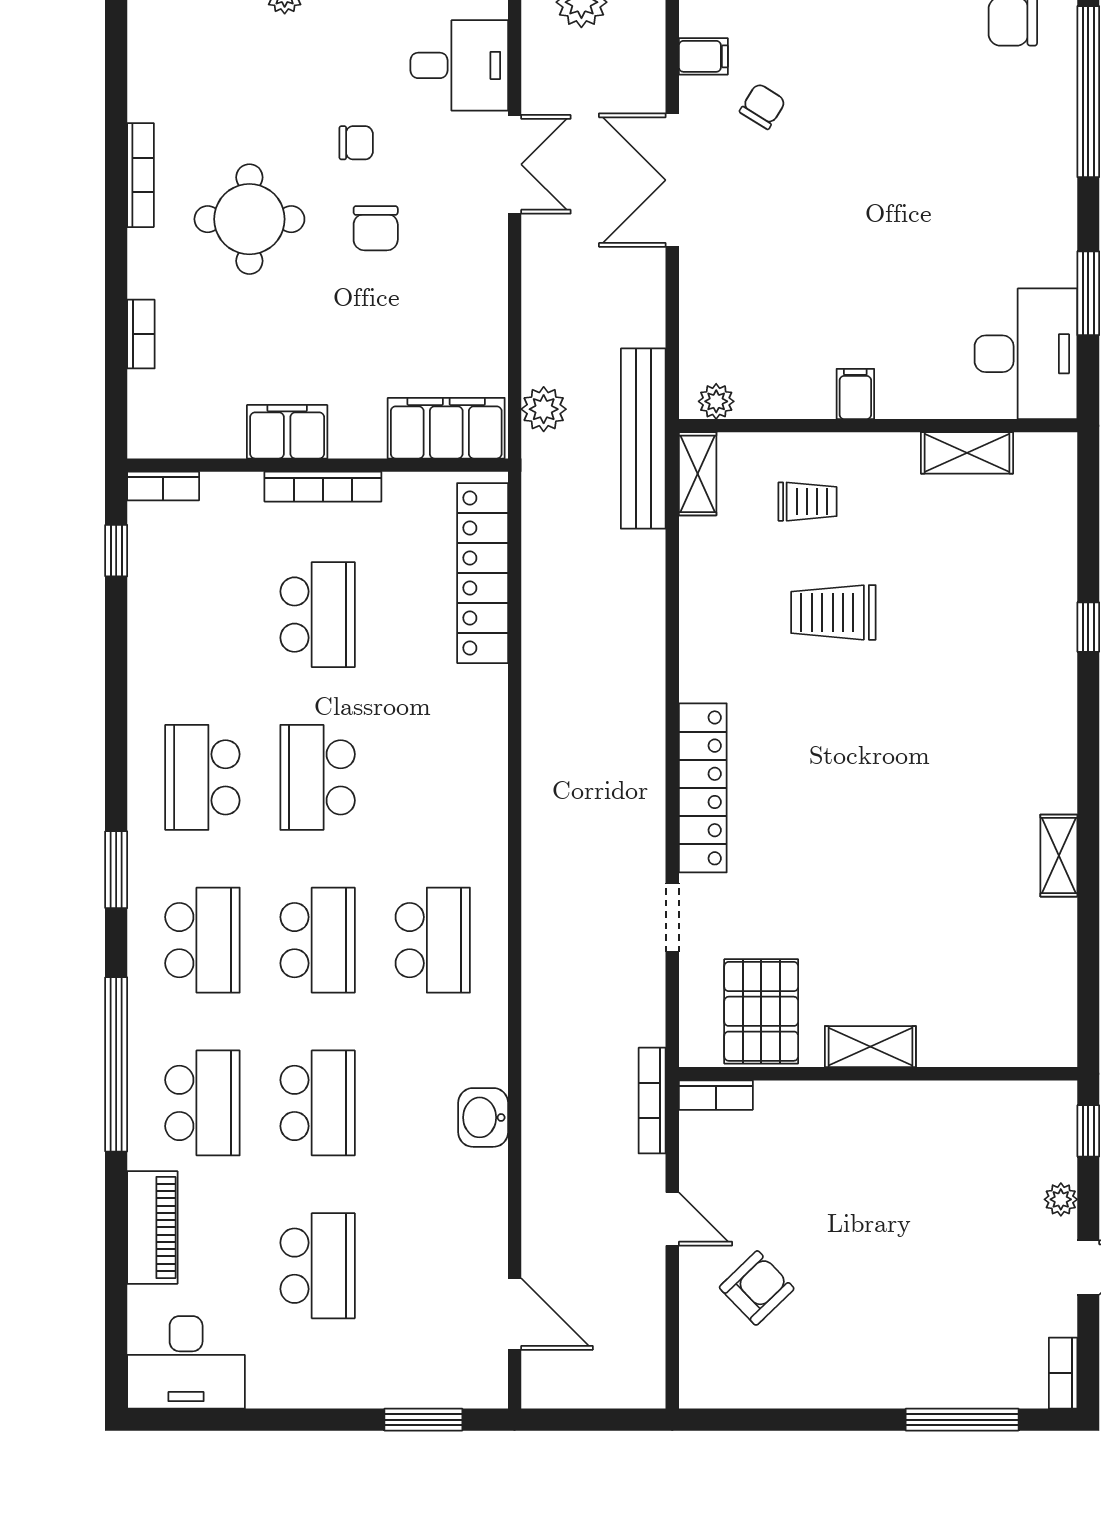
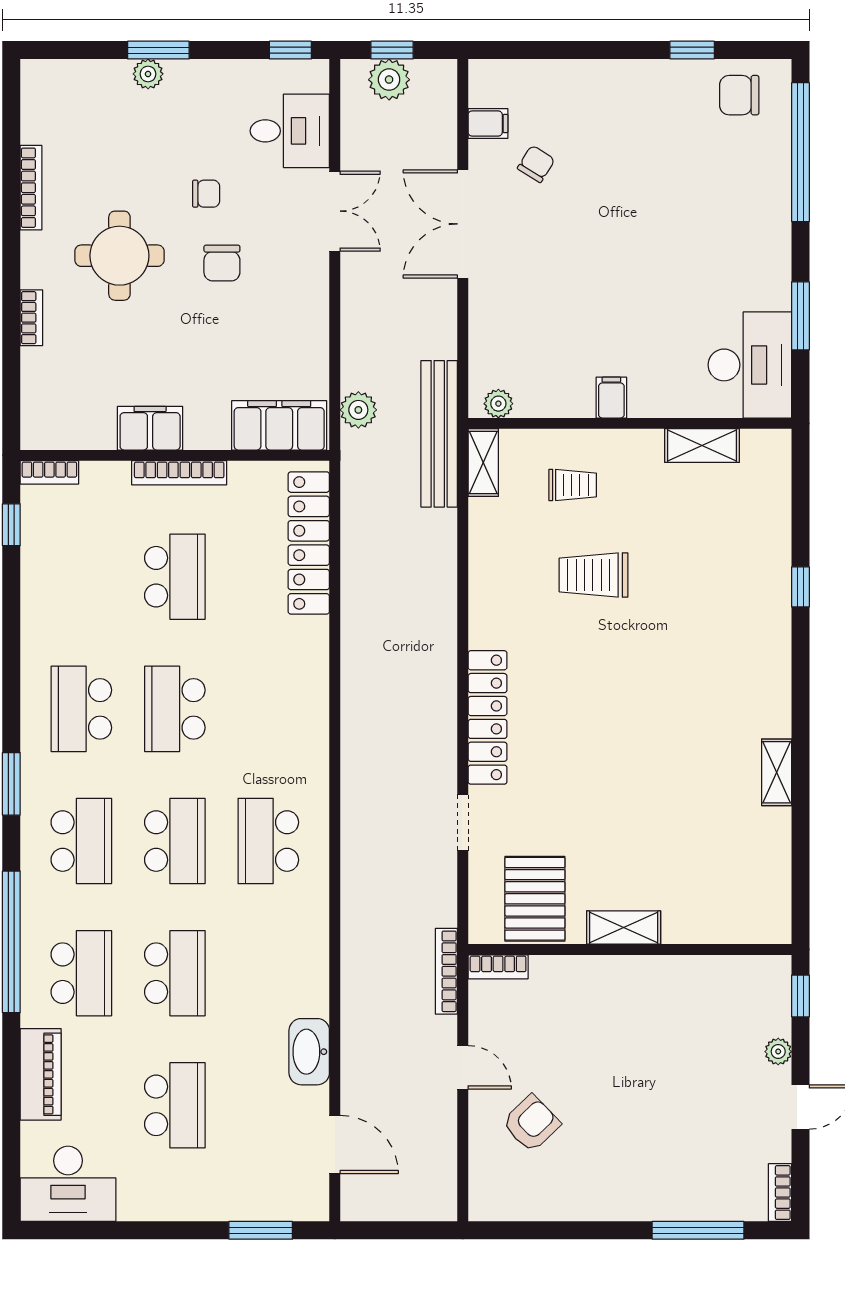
bookcase: (140, 175) -> (31, 188), moved
bookcase: (141, 334) -> (31, 318), moved
school desk: (433, 940) -> (268, 841), turned 180
washbasin: (483, 1117) -> (309, 1052), moved, width x1.38

